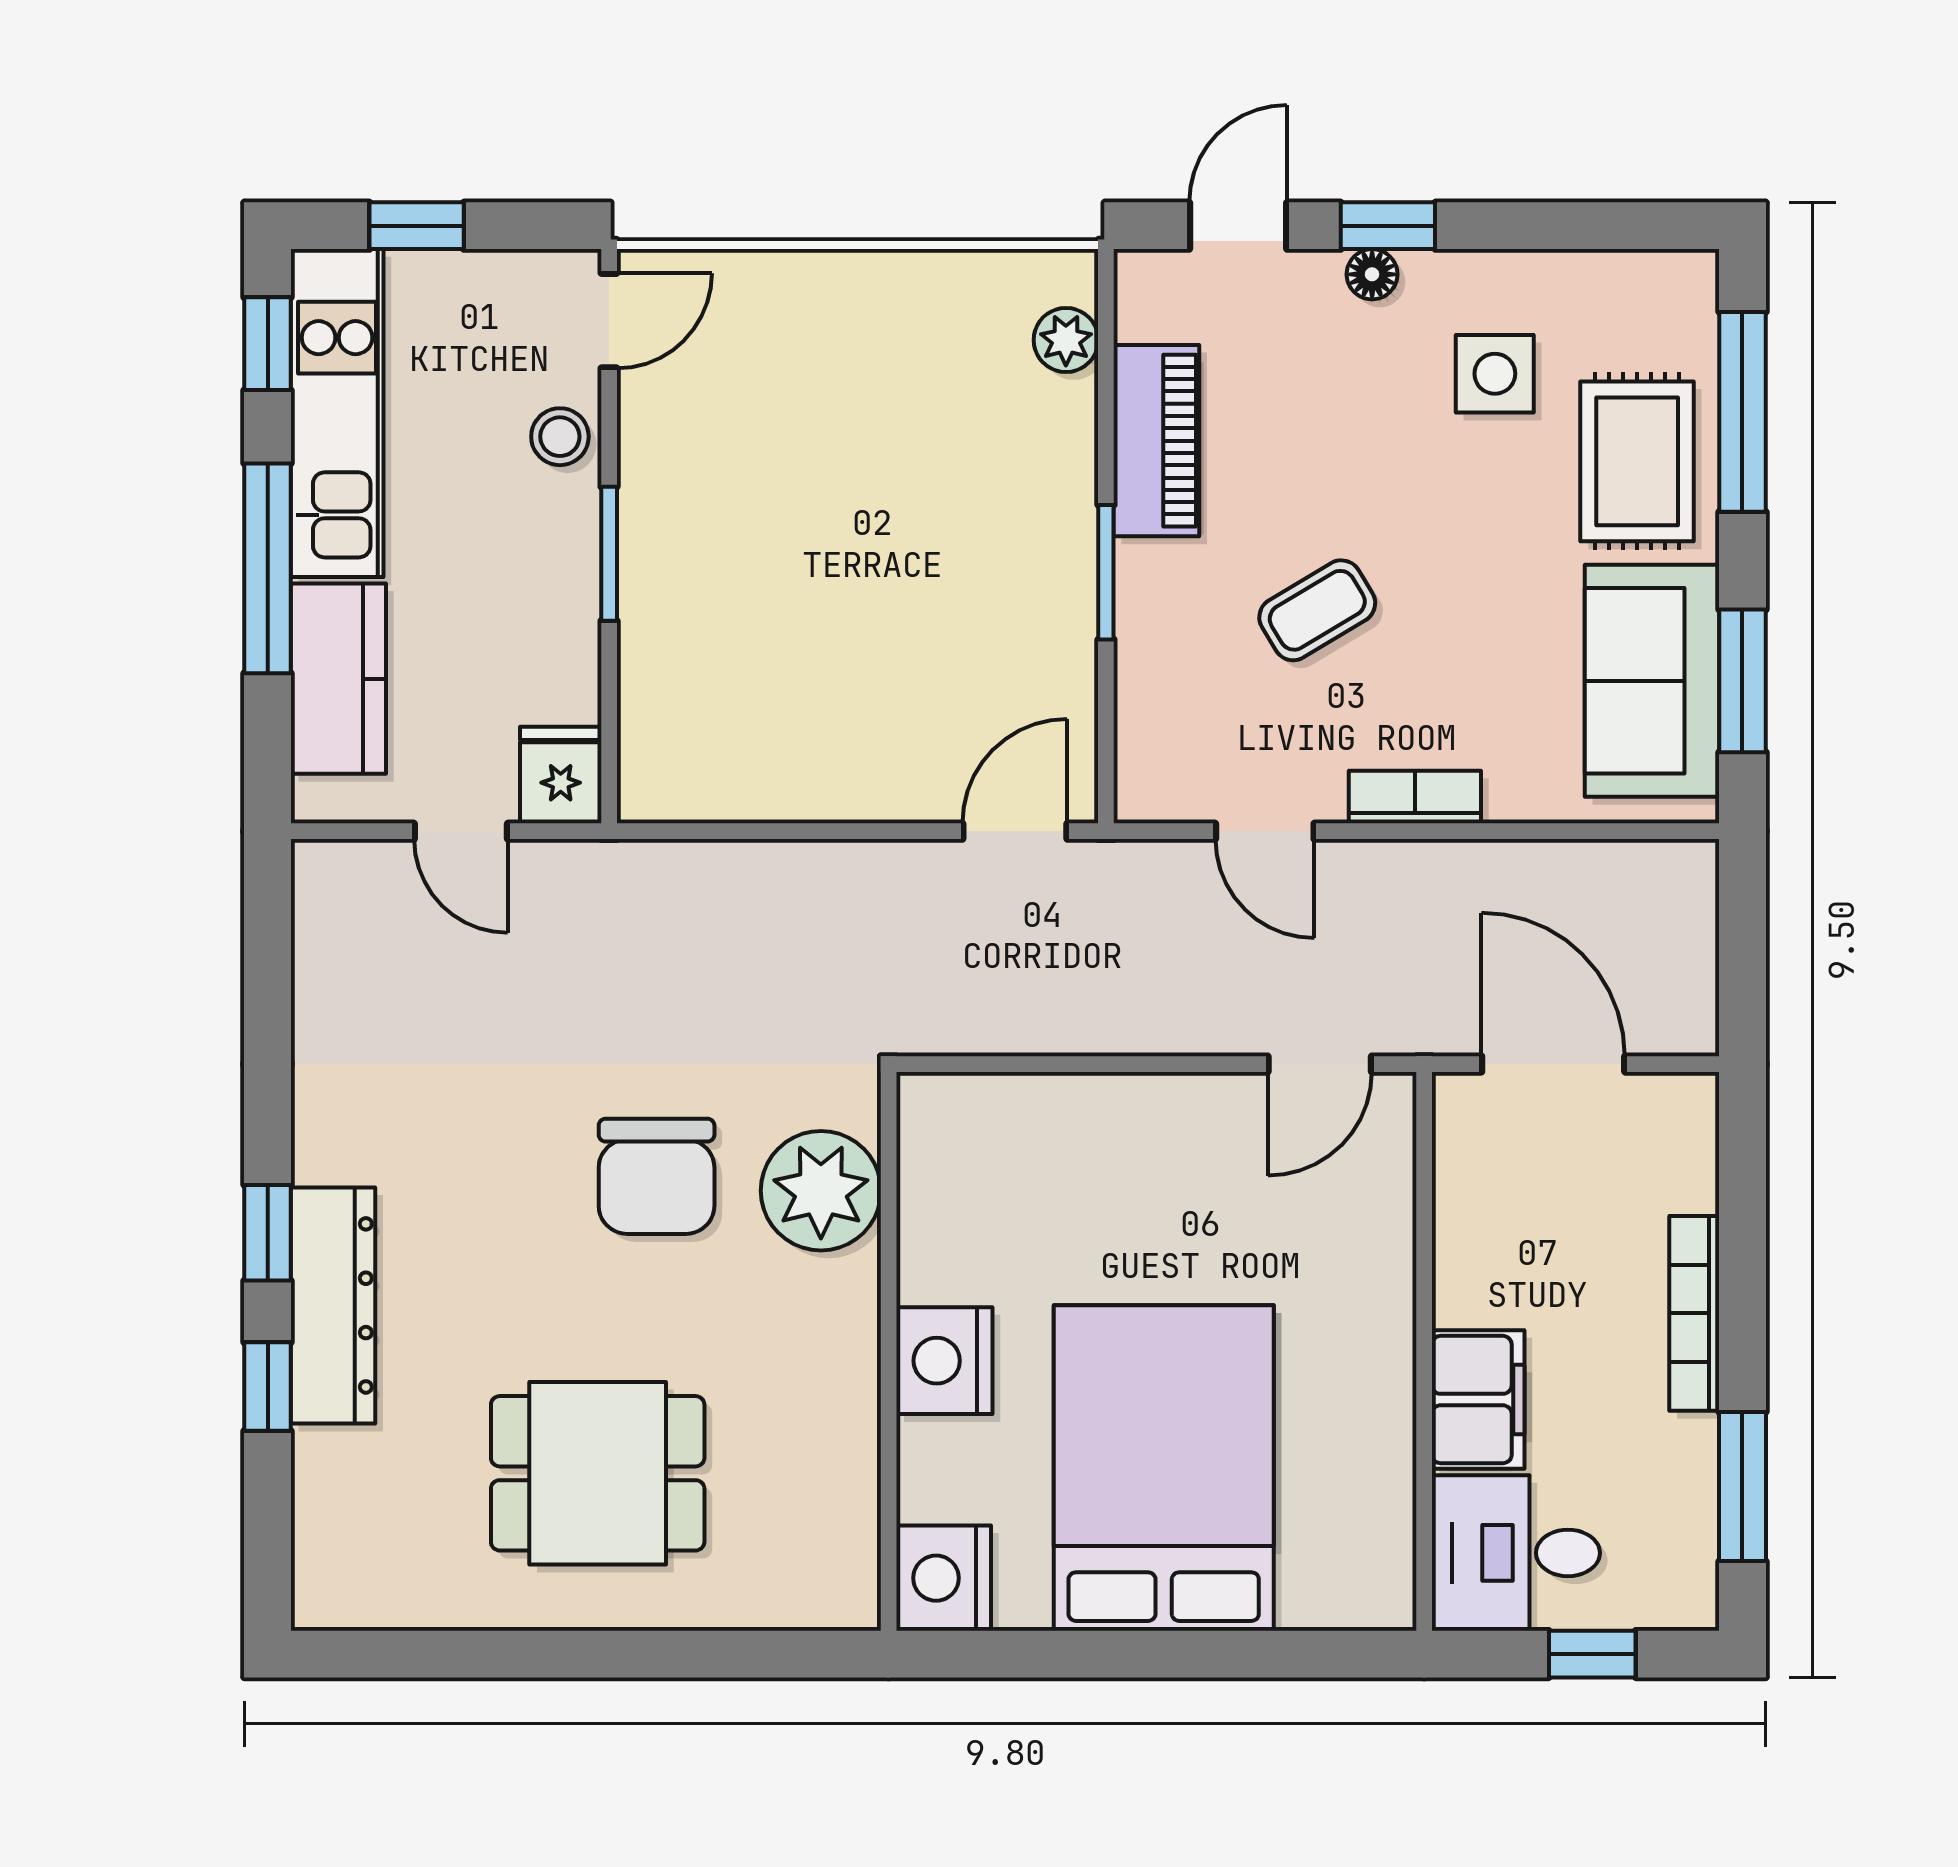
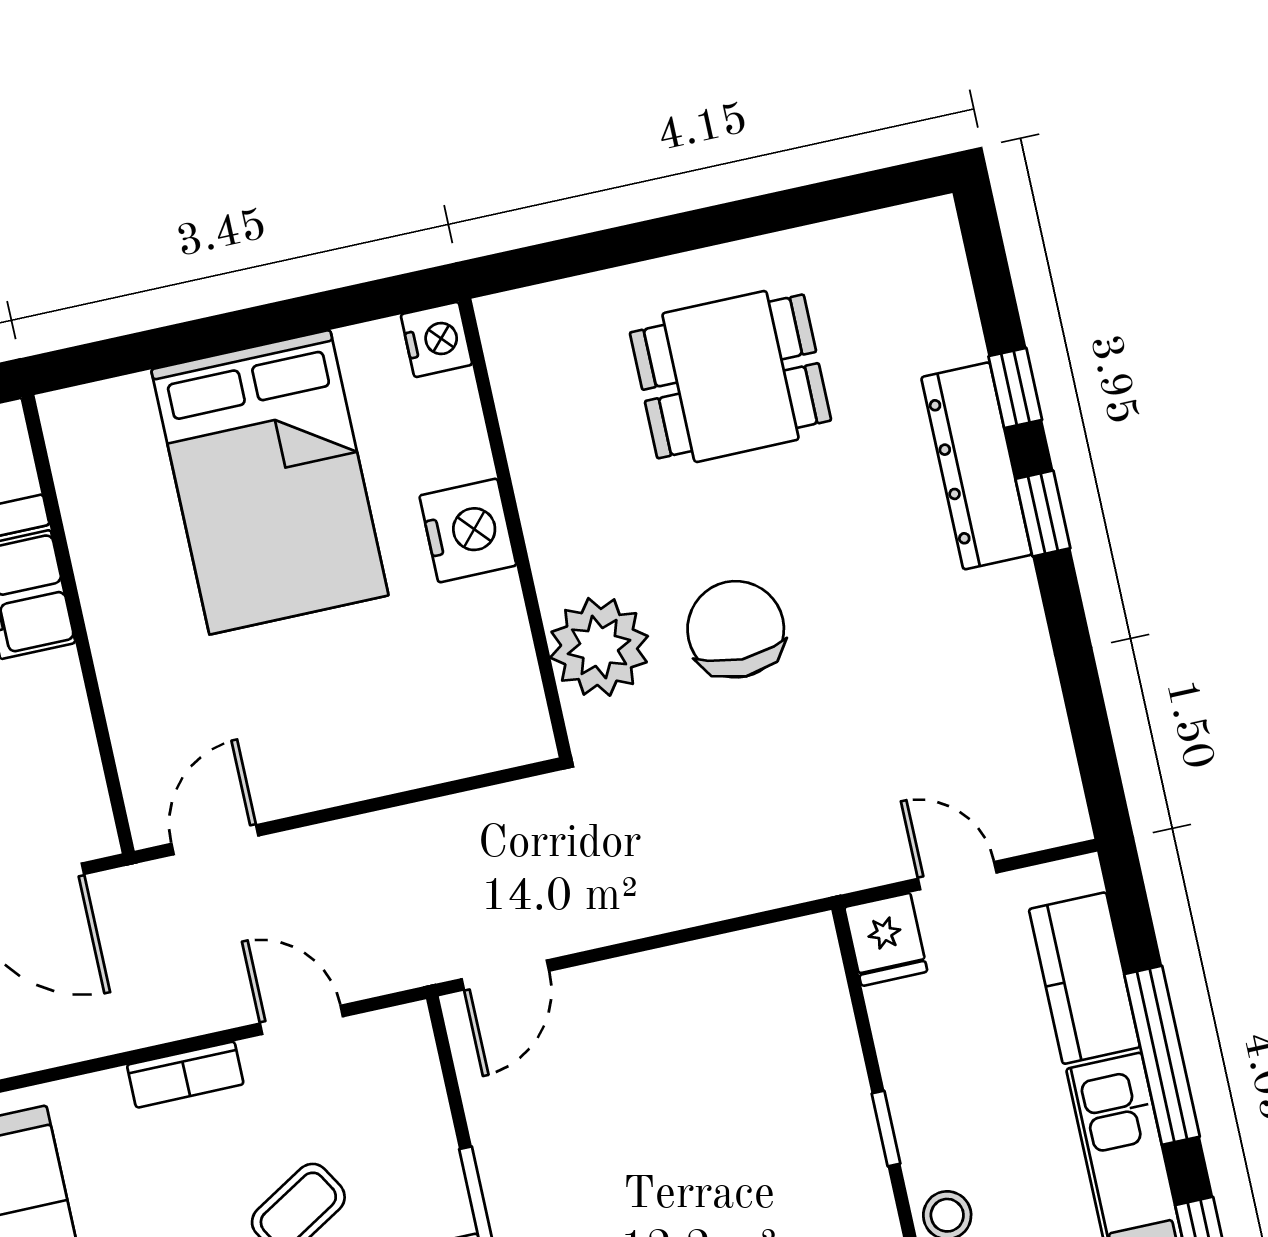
window: (609, 554) -> (886, 1129), width x0.67
nightstand: (944, 1578) -> (436, 340), width x0.74, depth x0.75

